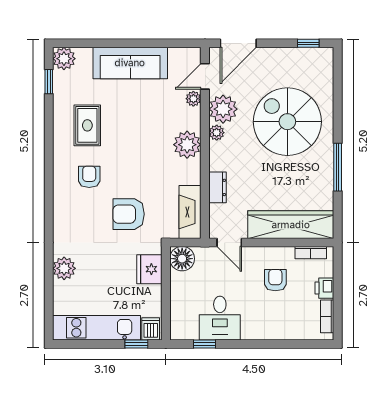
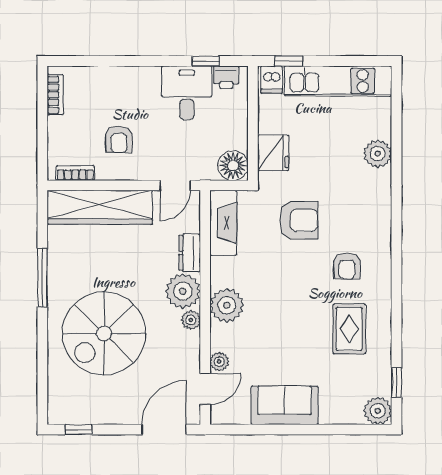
sofa: (130, 63) -> (284, 405), width x0.73
plant: (223, 109) -> (183, 291), moved
spiral stairs: (287, 122) -> (104, 333), turned 90
door: (229, 242) -> (175, 185), swing flipped
printer: (324, 288) -> (226, 77), moved, turned 90

